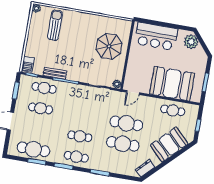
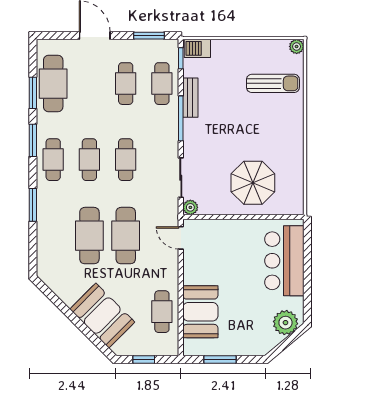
booth: (172, 84) -> (200, 312), width x0.73, depth x0.70
cafe table: (83, 116) -> (126, 160), added
dresser: (145, 168) -> (54, 282), removed

